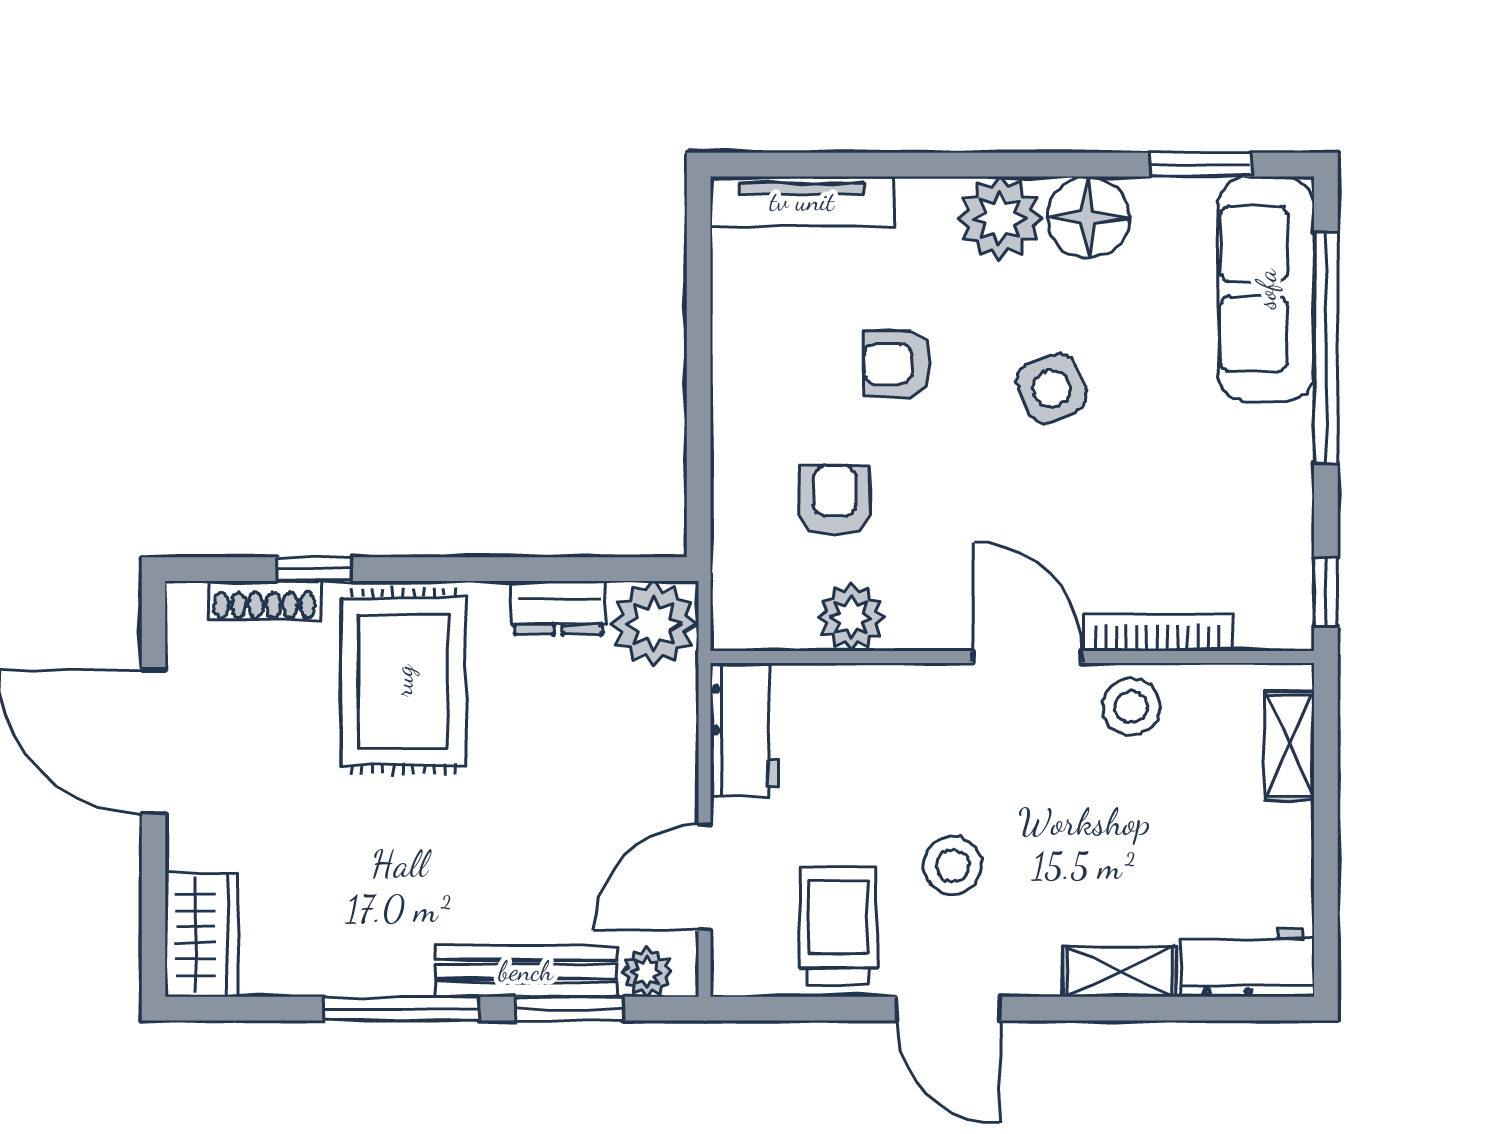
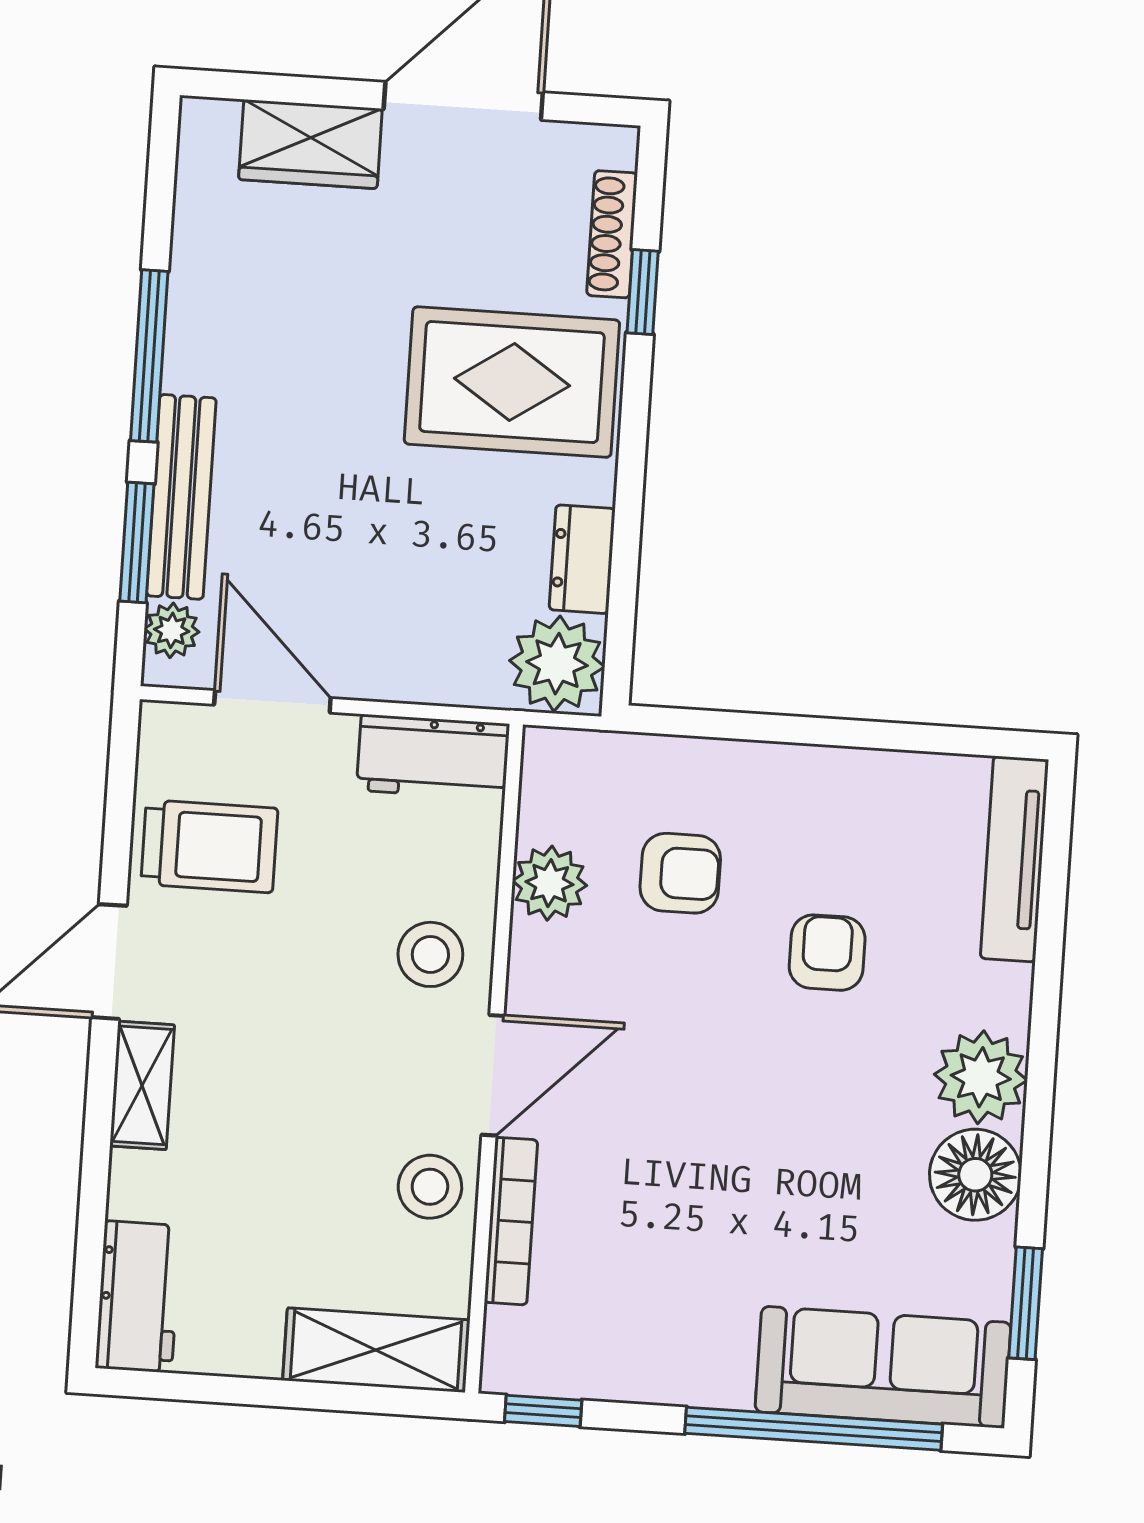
side table: (1052, 388) -> (789, 1122), removed
shelving: (1289, 746) -> (376, 1350), width x1.50, depth x1.33
stool: (953, 865) -> (430, 954), moved
wardrobe: (201, 935) -> (310, 144), moved
shelving: (1120, 972) -> (142, 1085), moved

